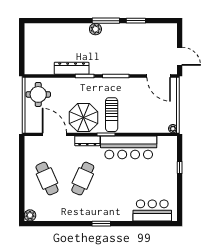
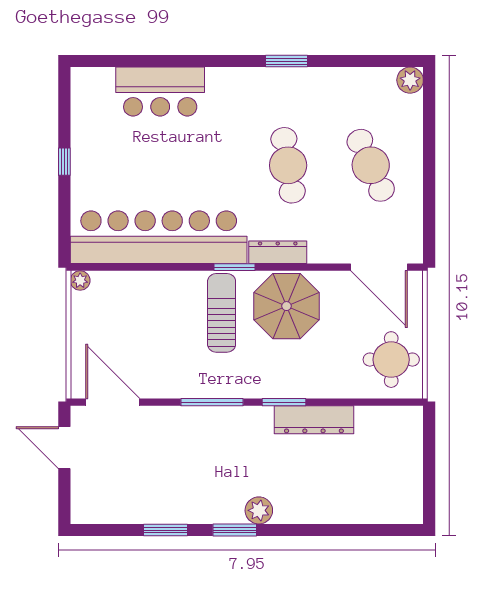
window: (106, 21) -> (235, 530), width x0.69
door: (54, 134) -> (379, 267), moved
bar counter: (129, 147) -> (159, 237), width x1.36
window: (180, 168) -> (64, 162), moved
cafe table: (83, 179) -> (288, 165), turned -33
bar counter: (152, 210) -> (160, 92), moved
window: (101, 224) -> (287, 61), moved

